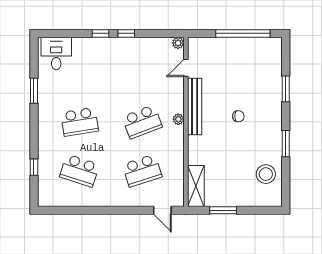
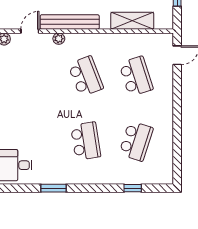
door: (186, 68) -> (30, 31), swing flipped
plant: (178, 119) -> (59, 39), moved
shelving: (196, 186) -> (132, 21), moved

